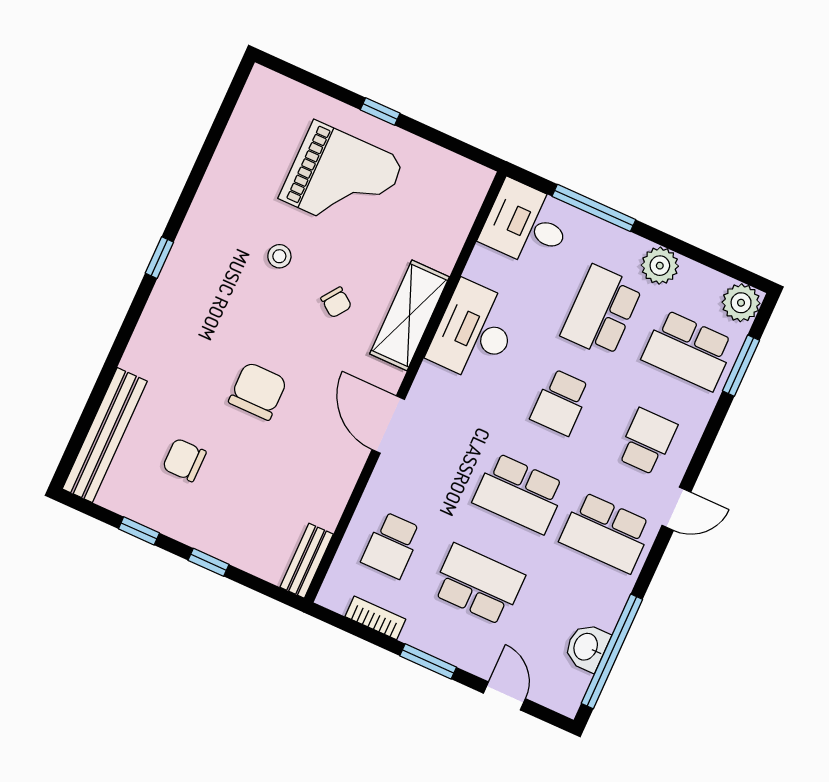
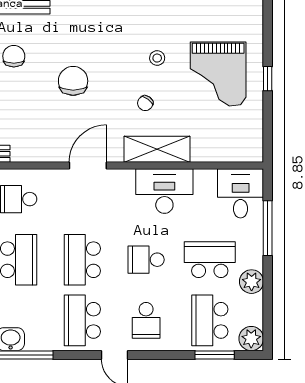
chair: (258, 391) -> (73, 81), turned -90
school desk: (647, 441) -> (146, 320), turned 90

